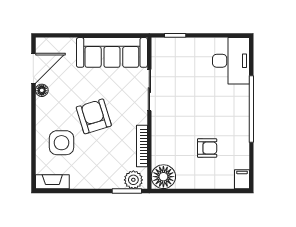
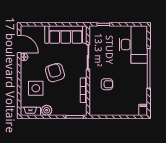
desk: (231, 61) -> (133, 45), width x1.36, depth x1.30
door: (33, 68) -> (19, 44), hinge flipped
armchair: (207, 148) -> (107, 84), moved
floor lamp: (163, 177) -> (96, 108), removed
plant: (133, 180) -> (47, 110), moved

